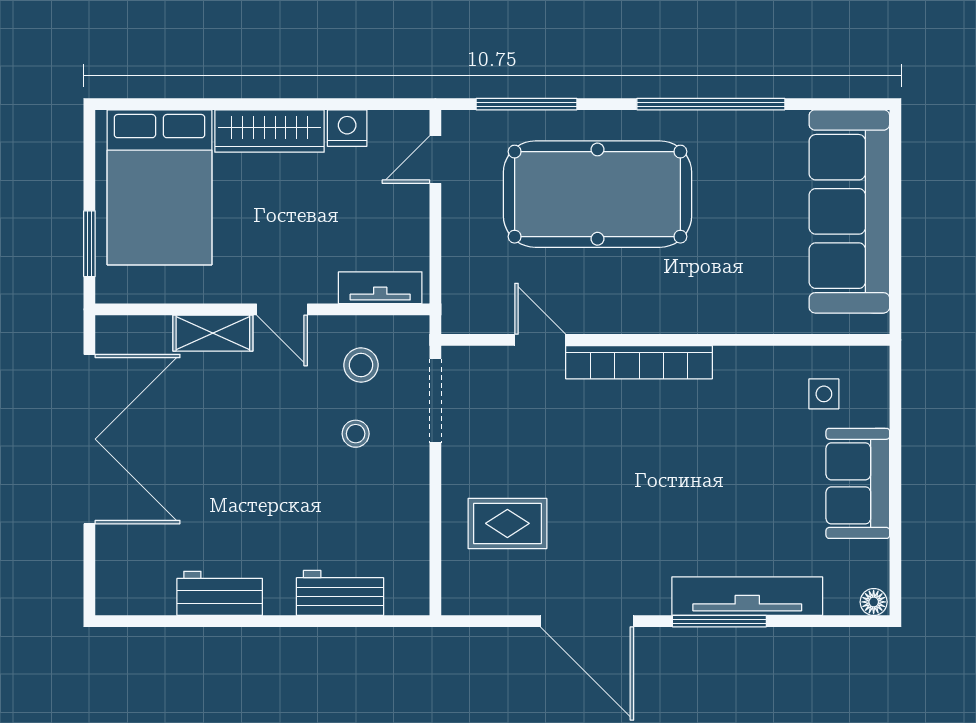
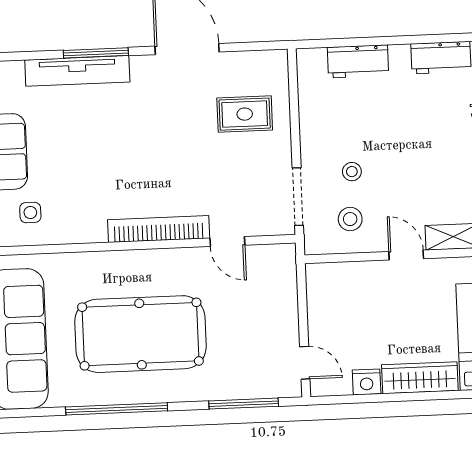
door: (435, 160) -> (305, 363), hinge flipped
pool table: (597, 194) -> (140, 334), moved
tv unit: (380, 288) -> (339, 273), removed

